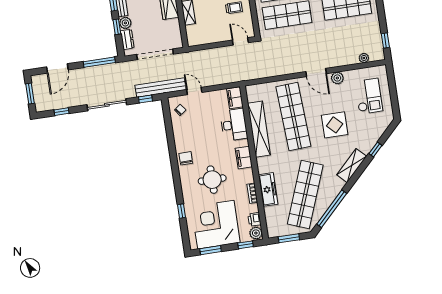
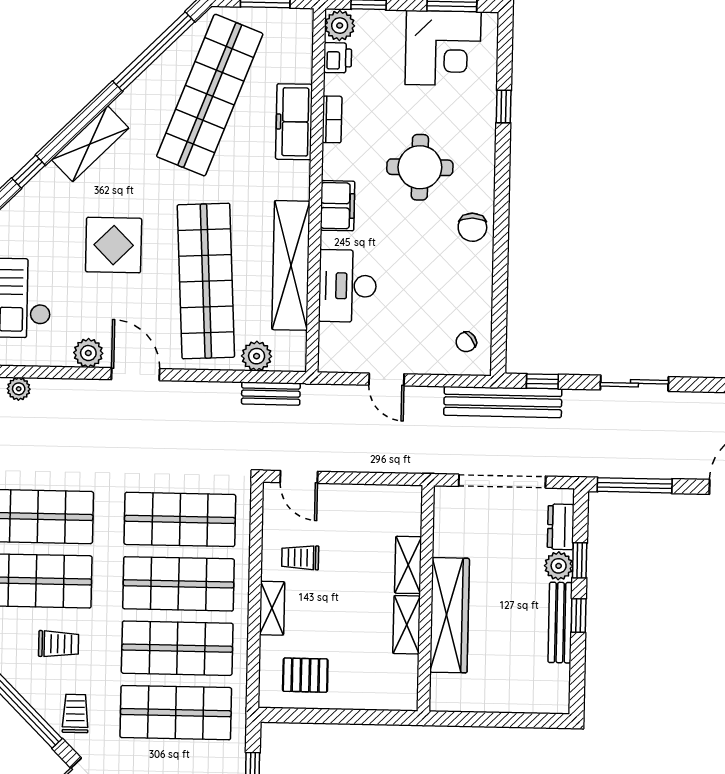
bench: (258, 74) -> (271, 394), added
plant: (267, 89) -> (257, 356), added
door: (194, 91) -> (386, 379), moved
filing cabinet: (235, 98) -> (334, 348), removed
sliding door: (107, 105) -> (634, 383), width x0.73
corner desk: (216, 225) -> (443, 48), width x0.74, depth x0.74

